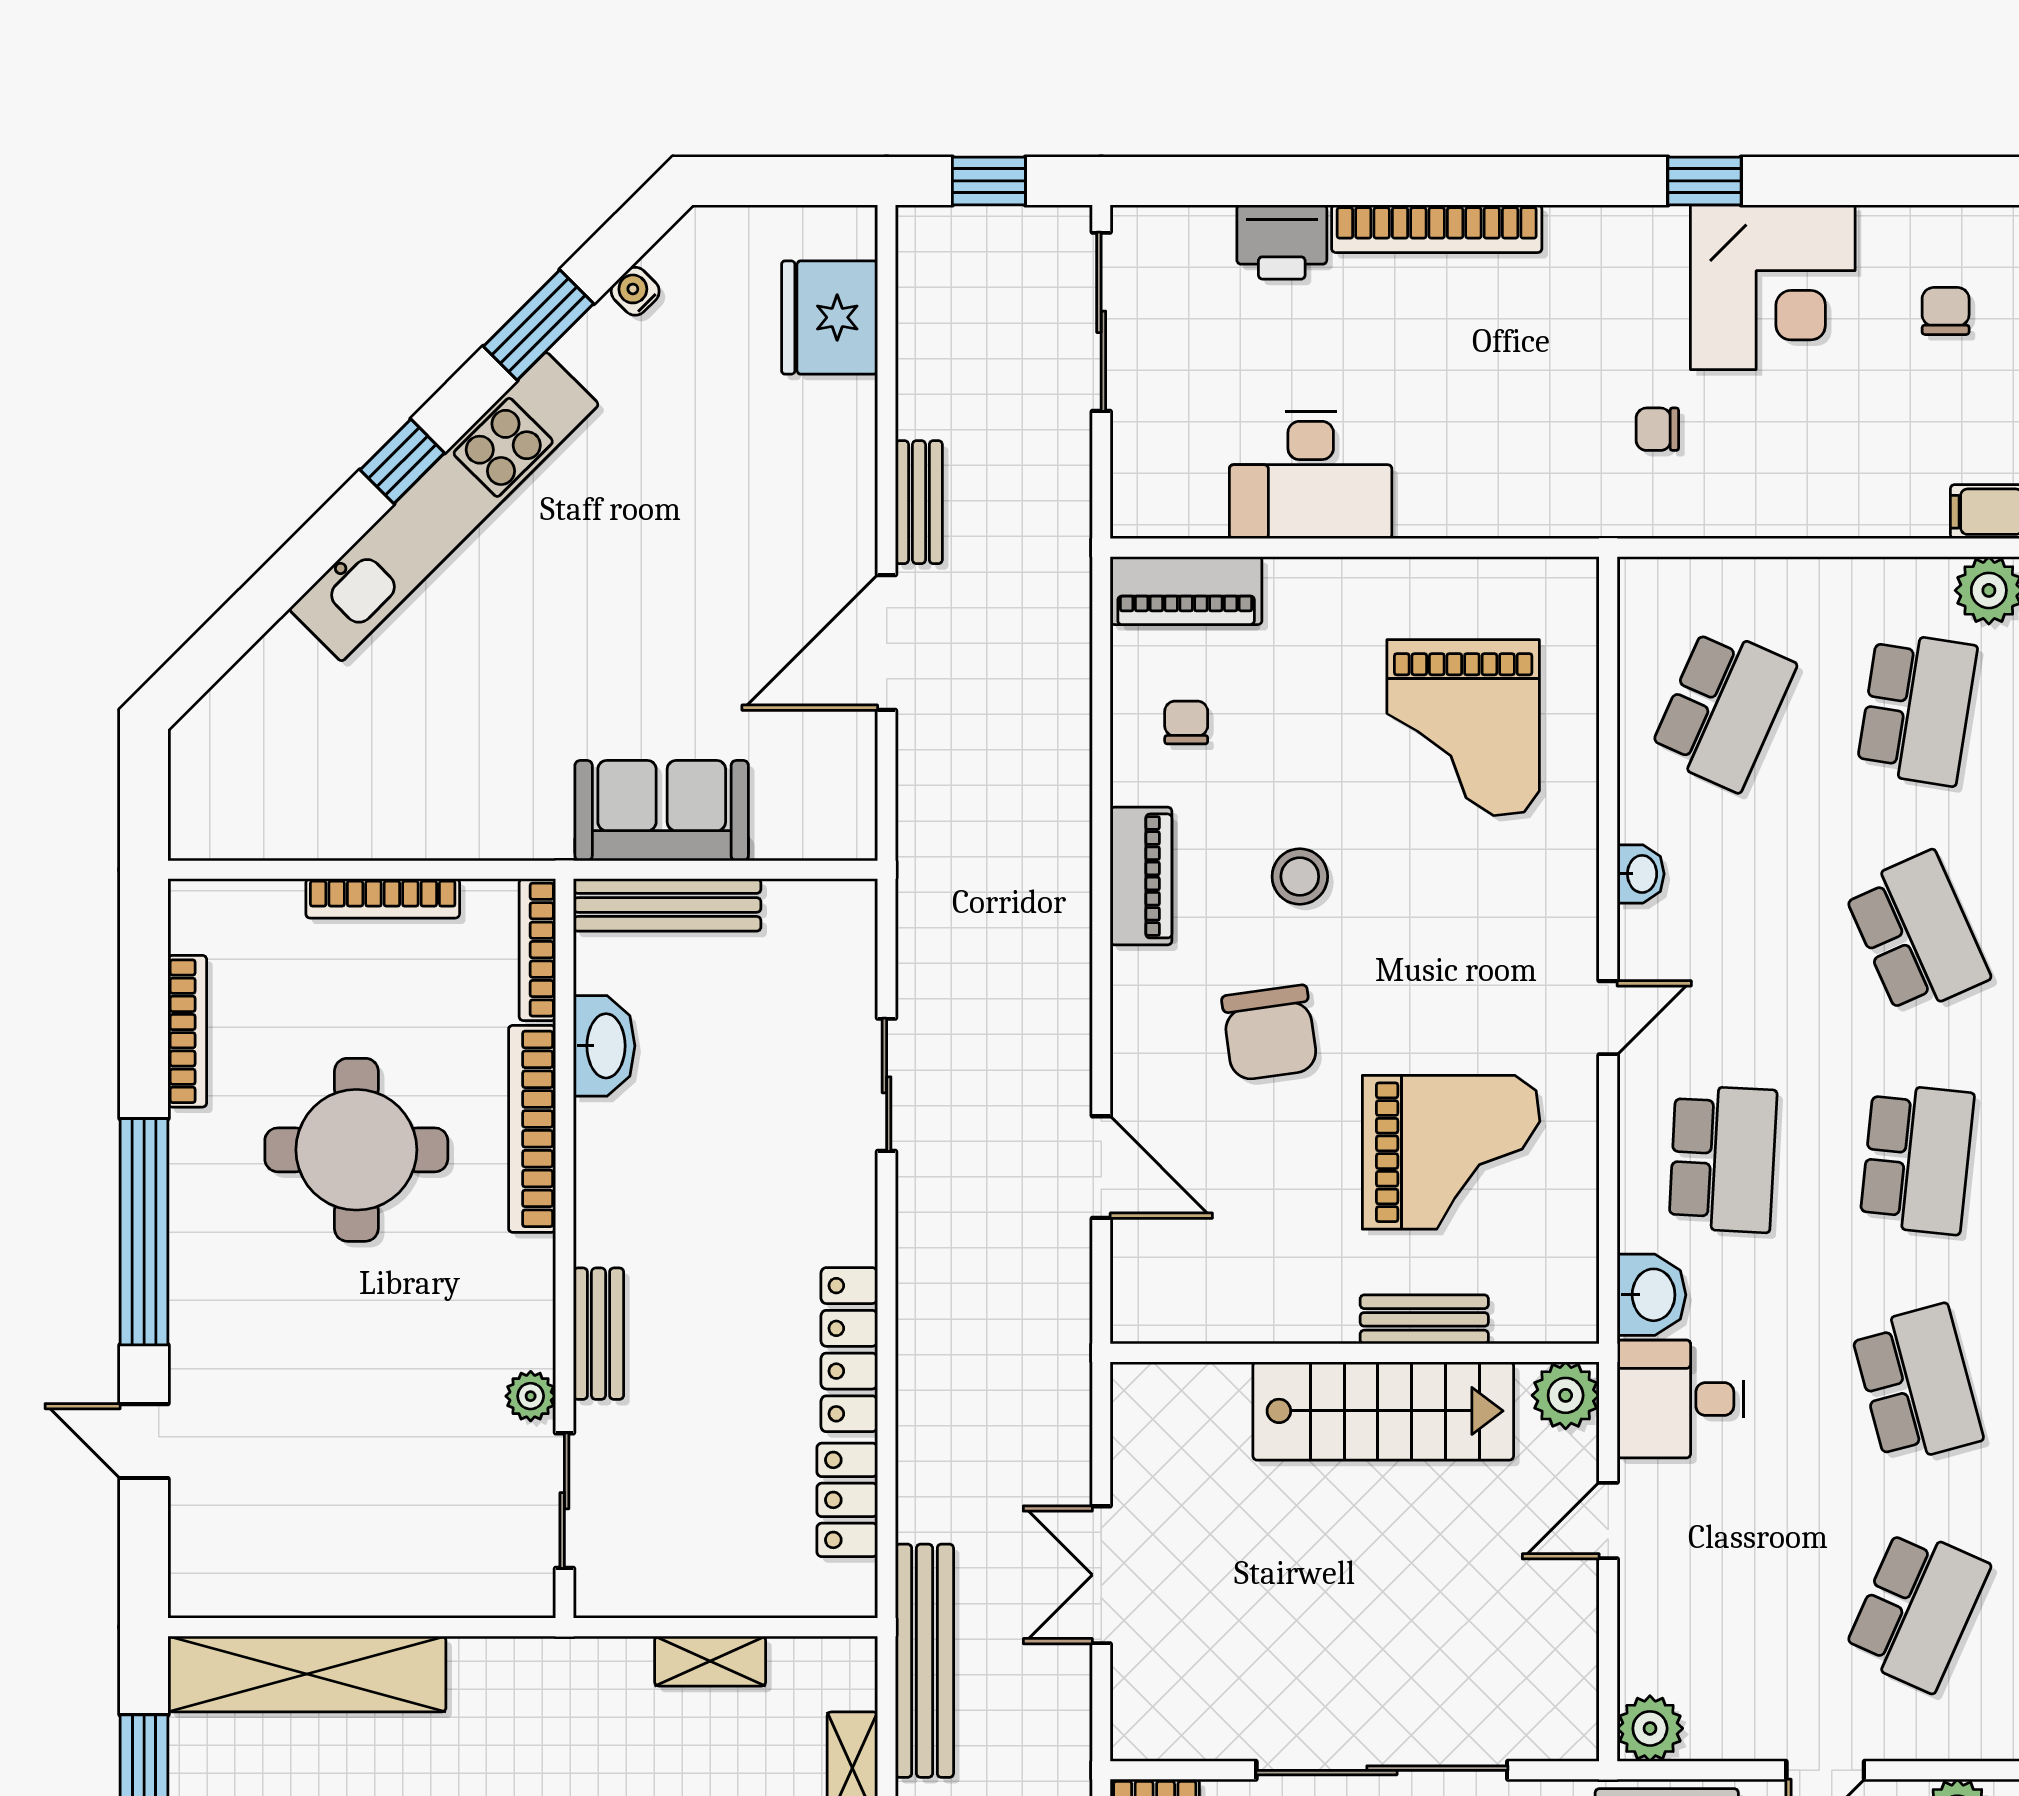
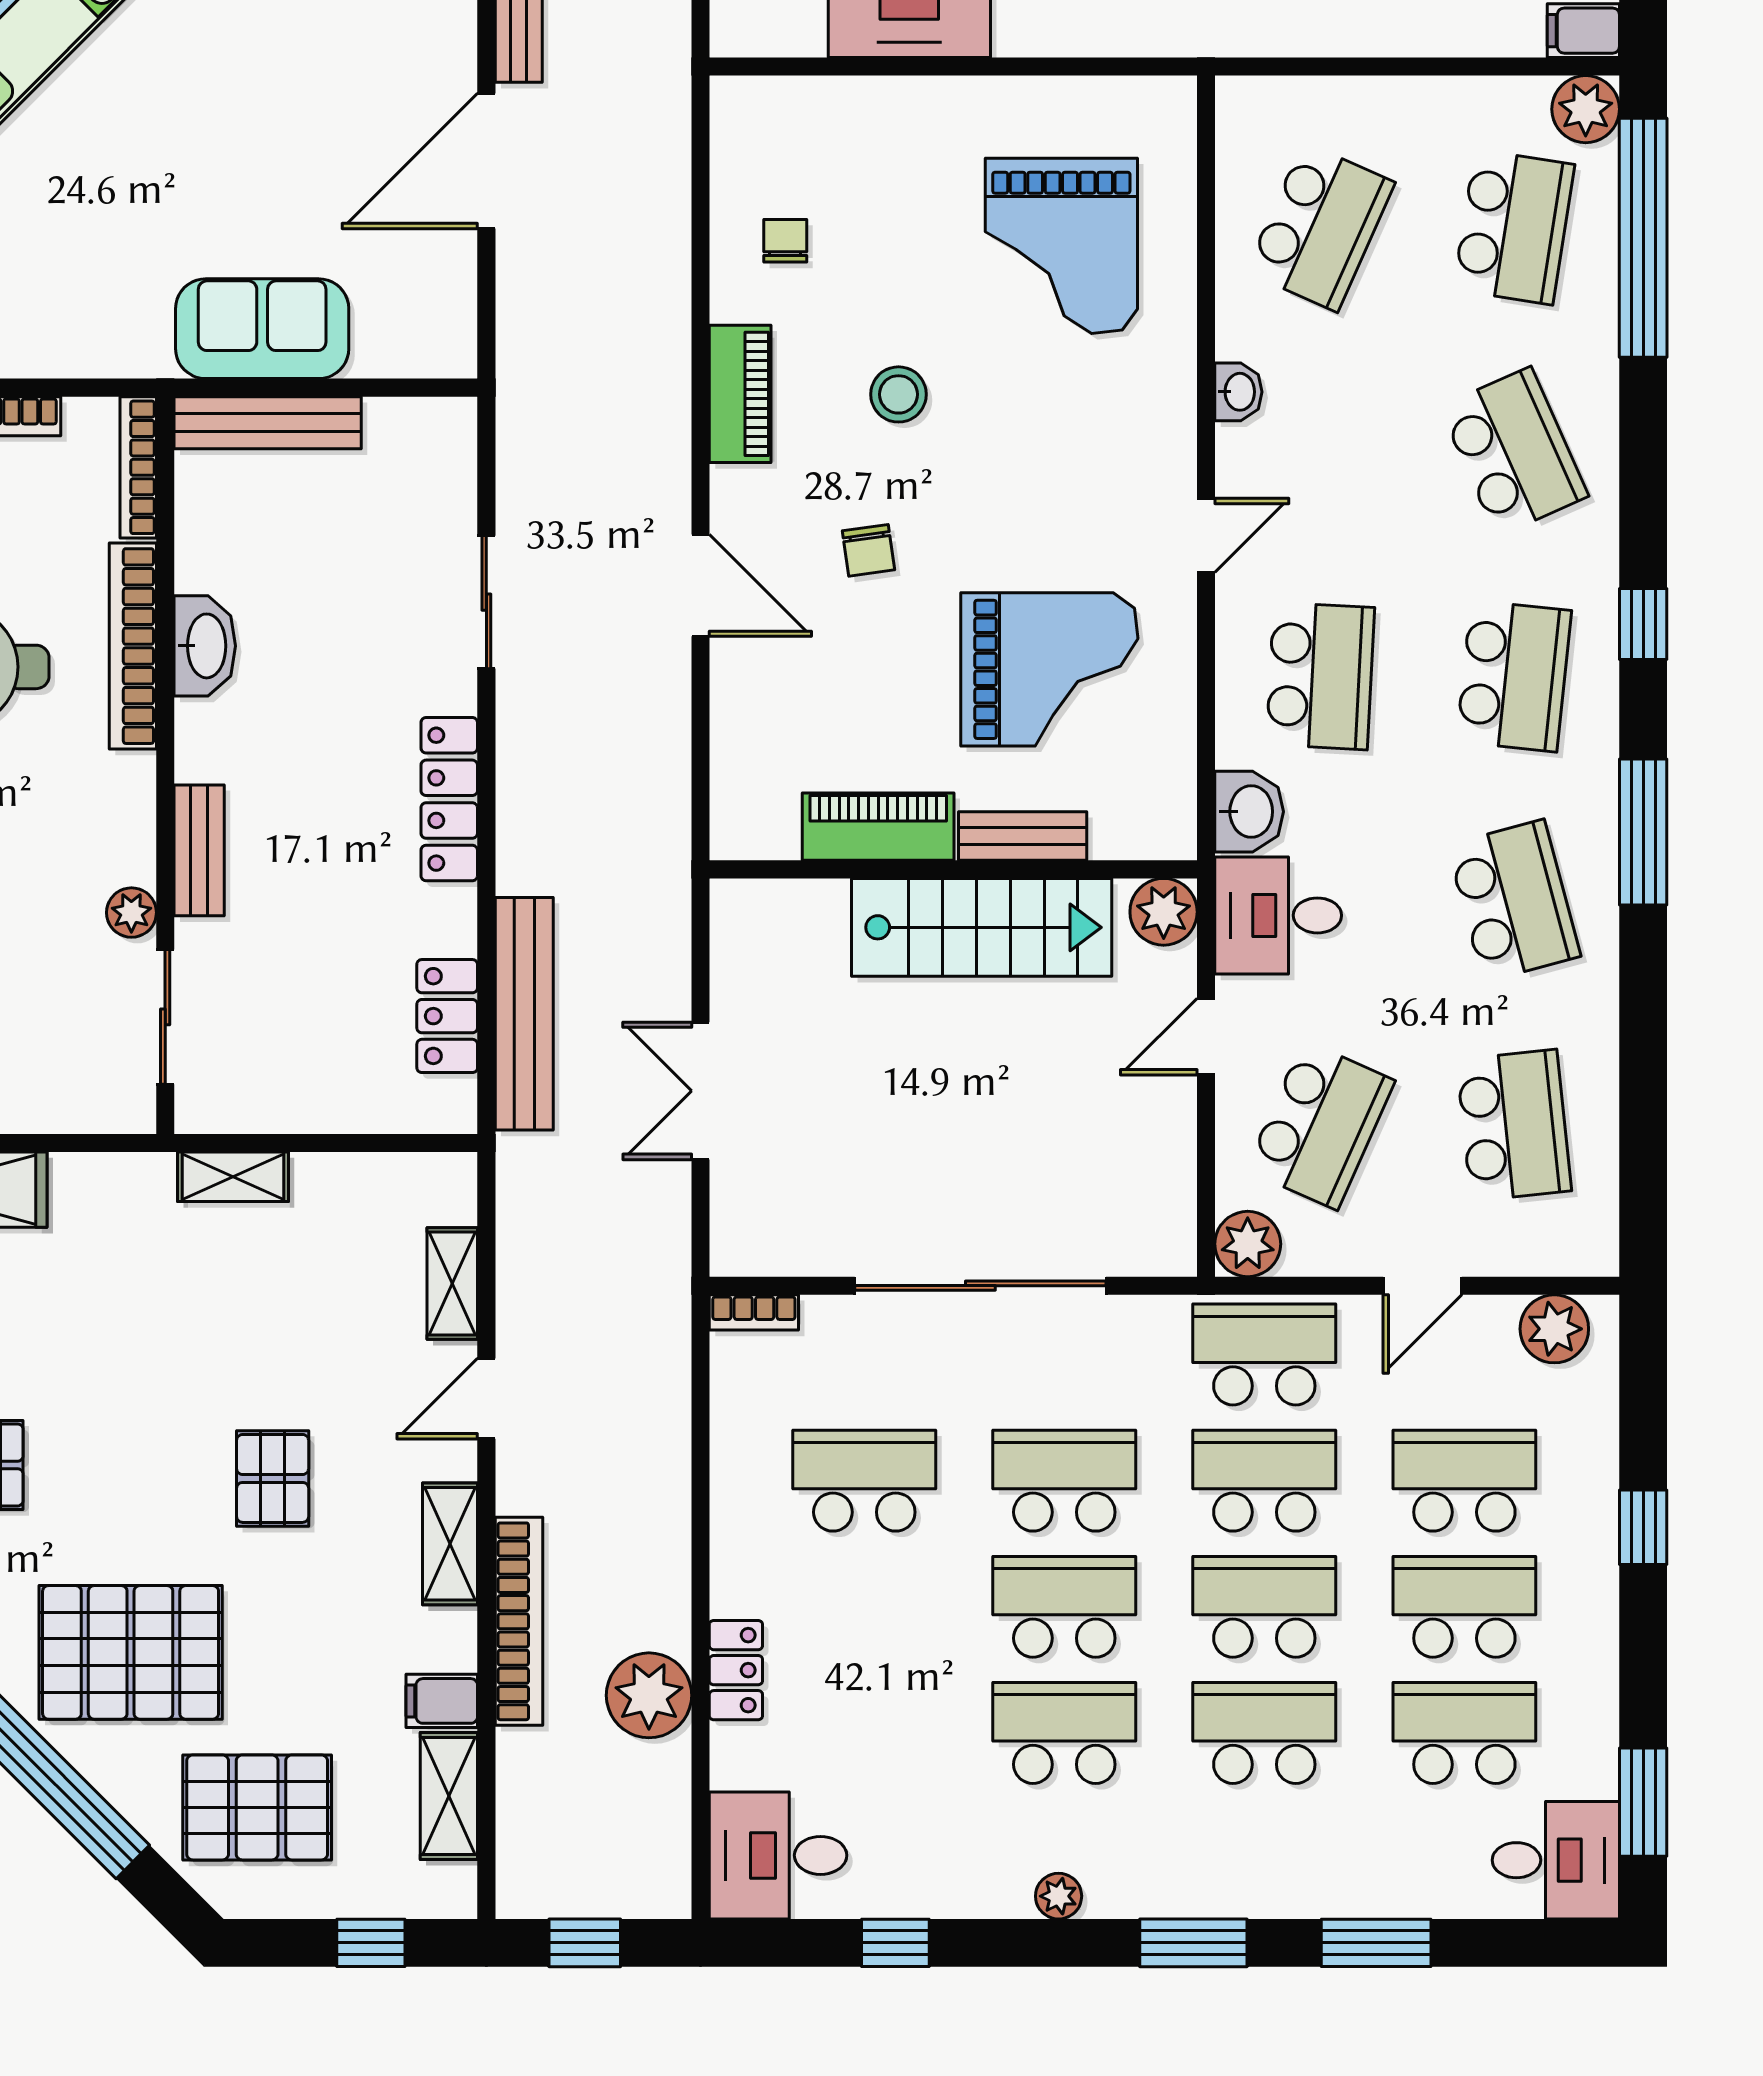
piano: (1186, 591) -> (878, 827), moved, turned 180
chair: (1270, 1033) -> (868, 550), width x0.54, depth x0.54
washbasin: (604, 1046) -> (205, 646), moved
door: (1101, 1167) -> (700, 585), moved
locker: (849, 1350) -> (449, 799), moved
school desk: (1723, 1609) -> (1320, 1125), added
school desk: (1917, 1609) -> (1514, 1125), turned -30
shelving: (710, 1661) -> (233, 1177), moved
bench: (924, 1661) -> (524, 1014), moved

